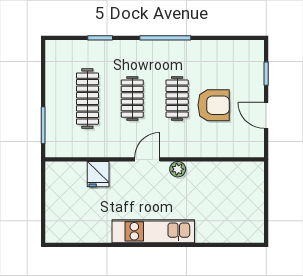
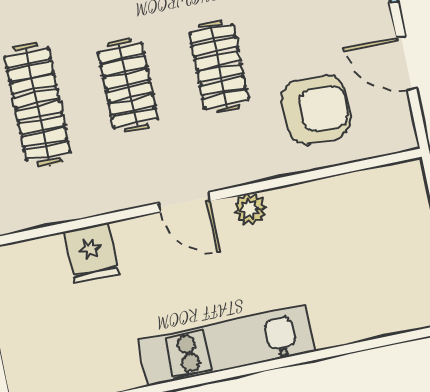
armchair: (214, 105) -> (316, 110), moved
door: (147, 159) -> (184, 202), swing flipped

